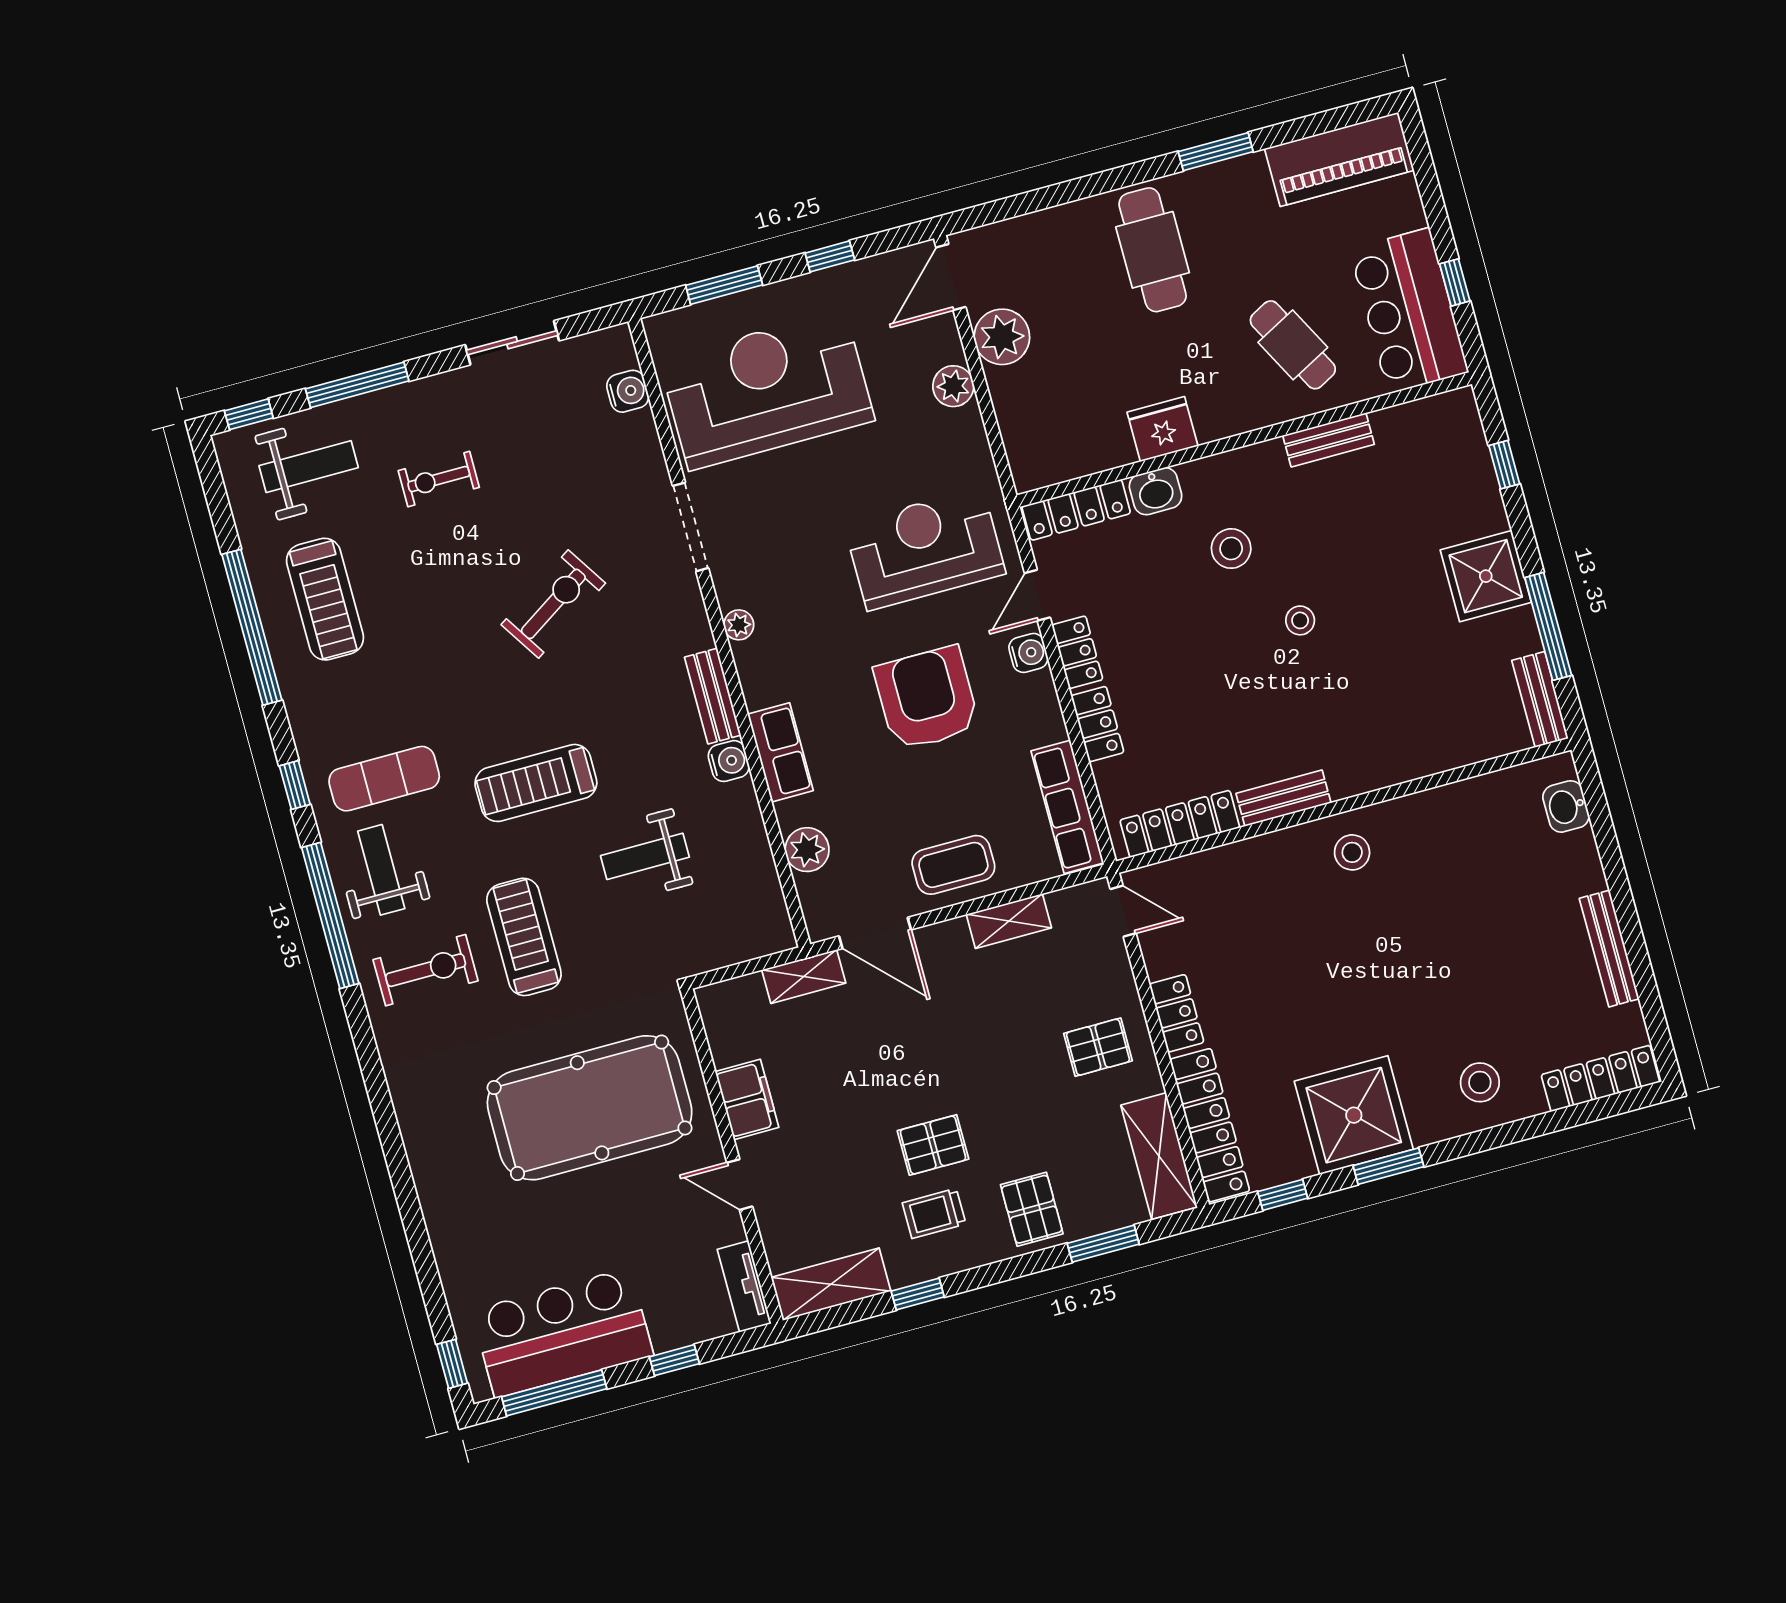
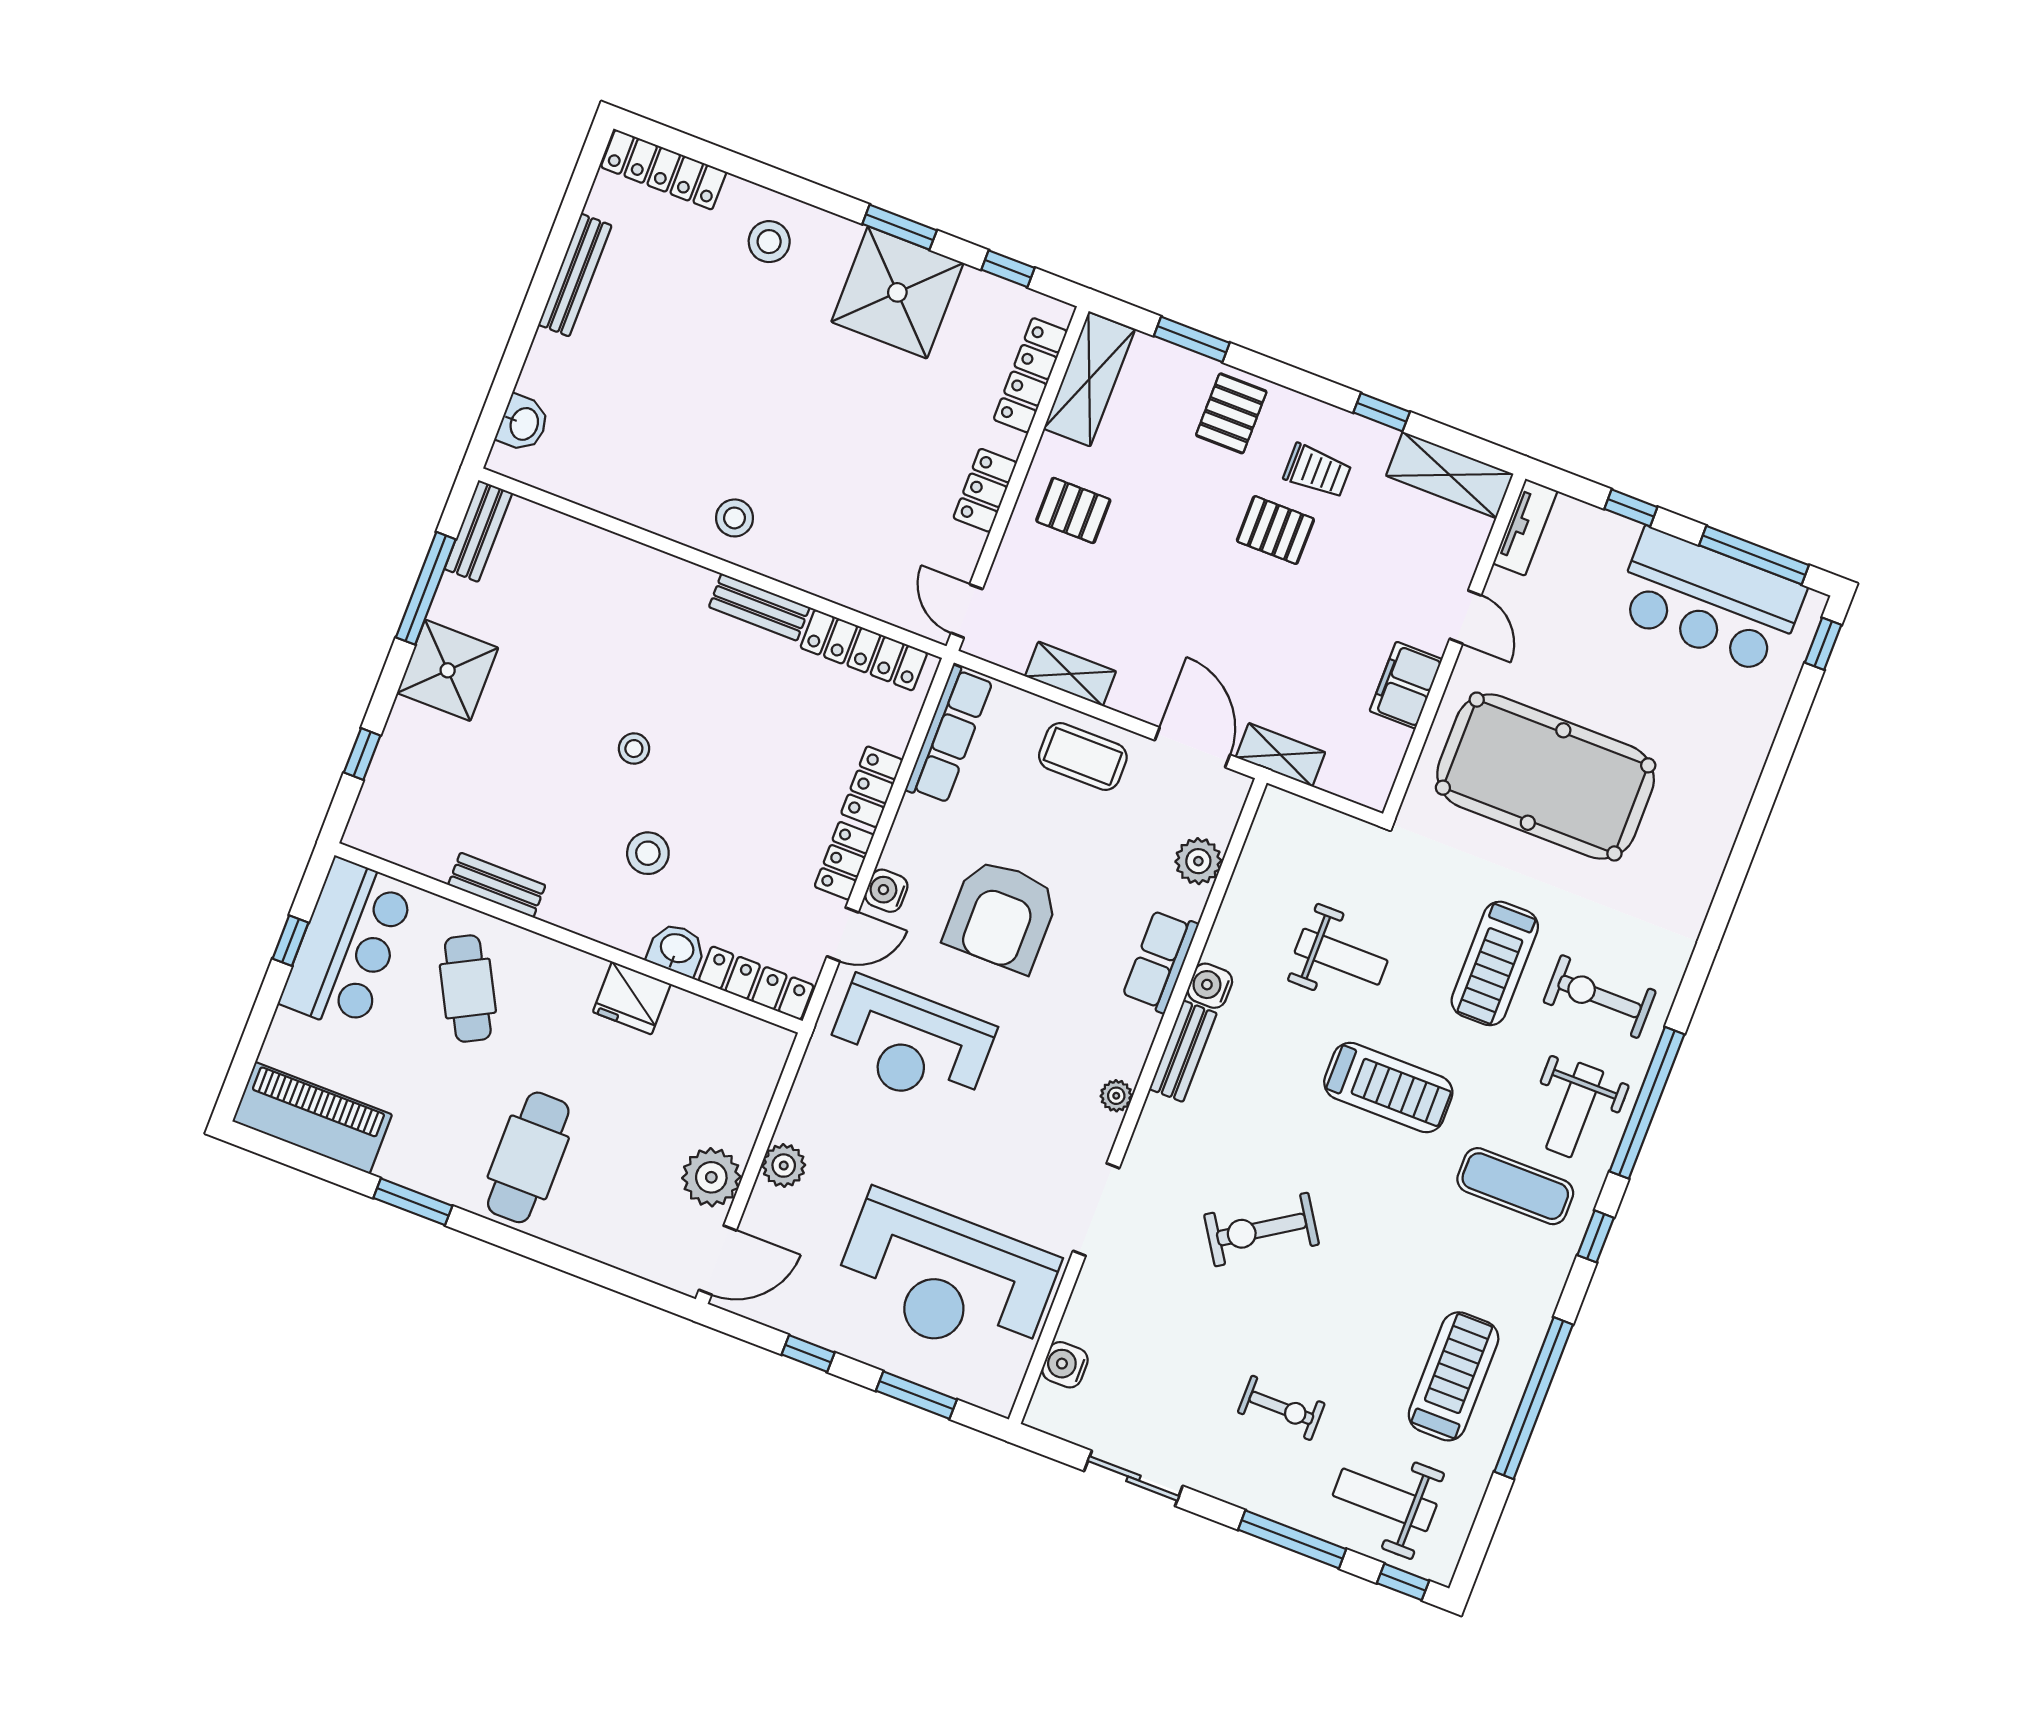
locker: (1210, 1125) -> (1030, 375), width x0.71, depth x0.83

